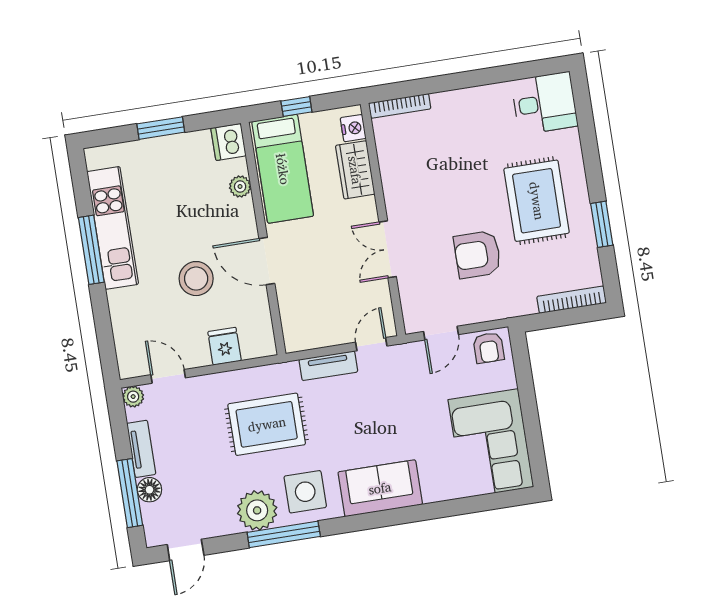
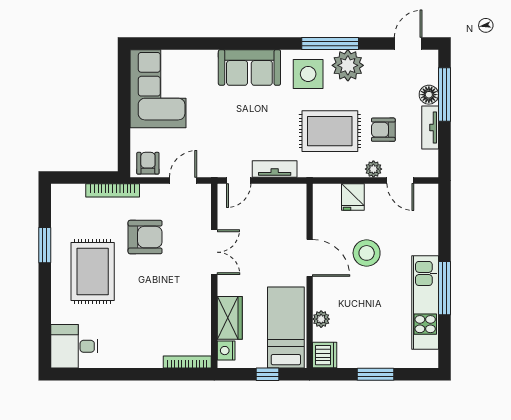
bookcase: (572, 300) -> (113, 190), moved
plant: (133, 397) -> (373, 169), moved
armchair: (200, 437) -> (383, 130), added

